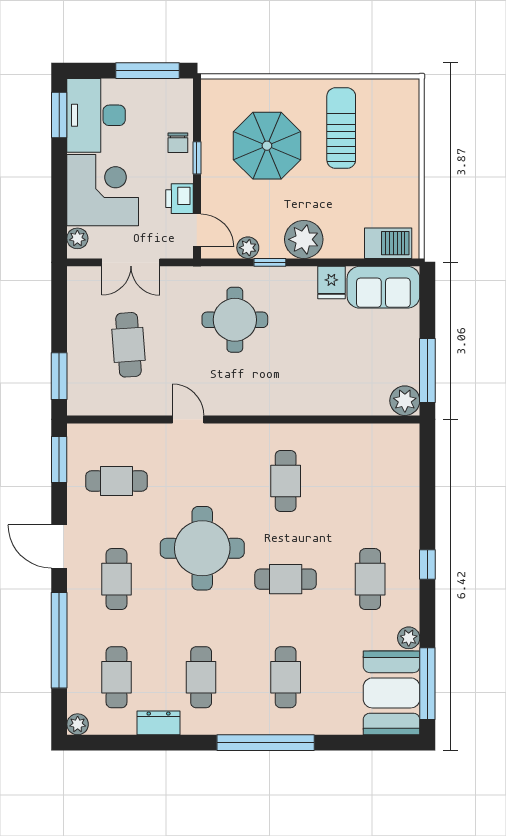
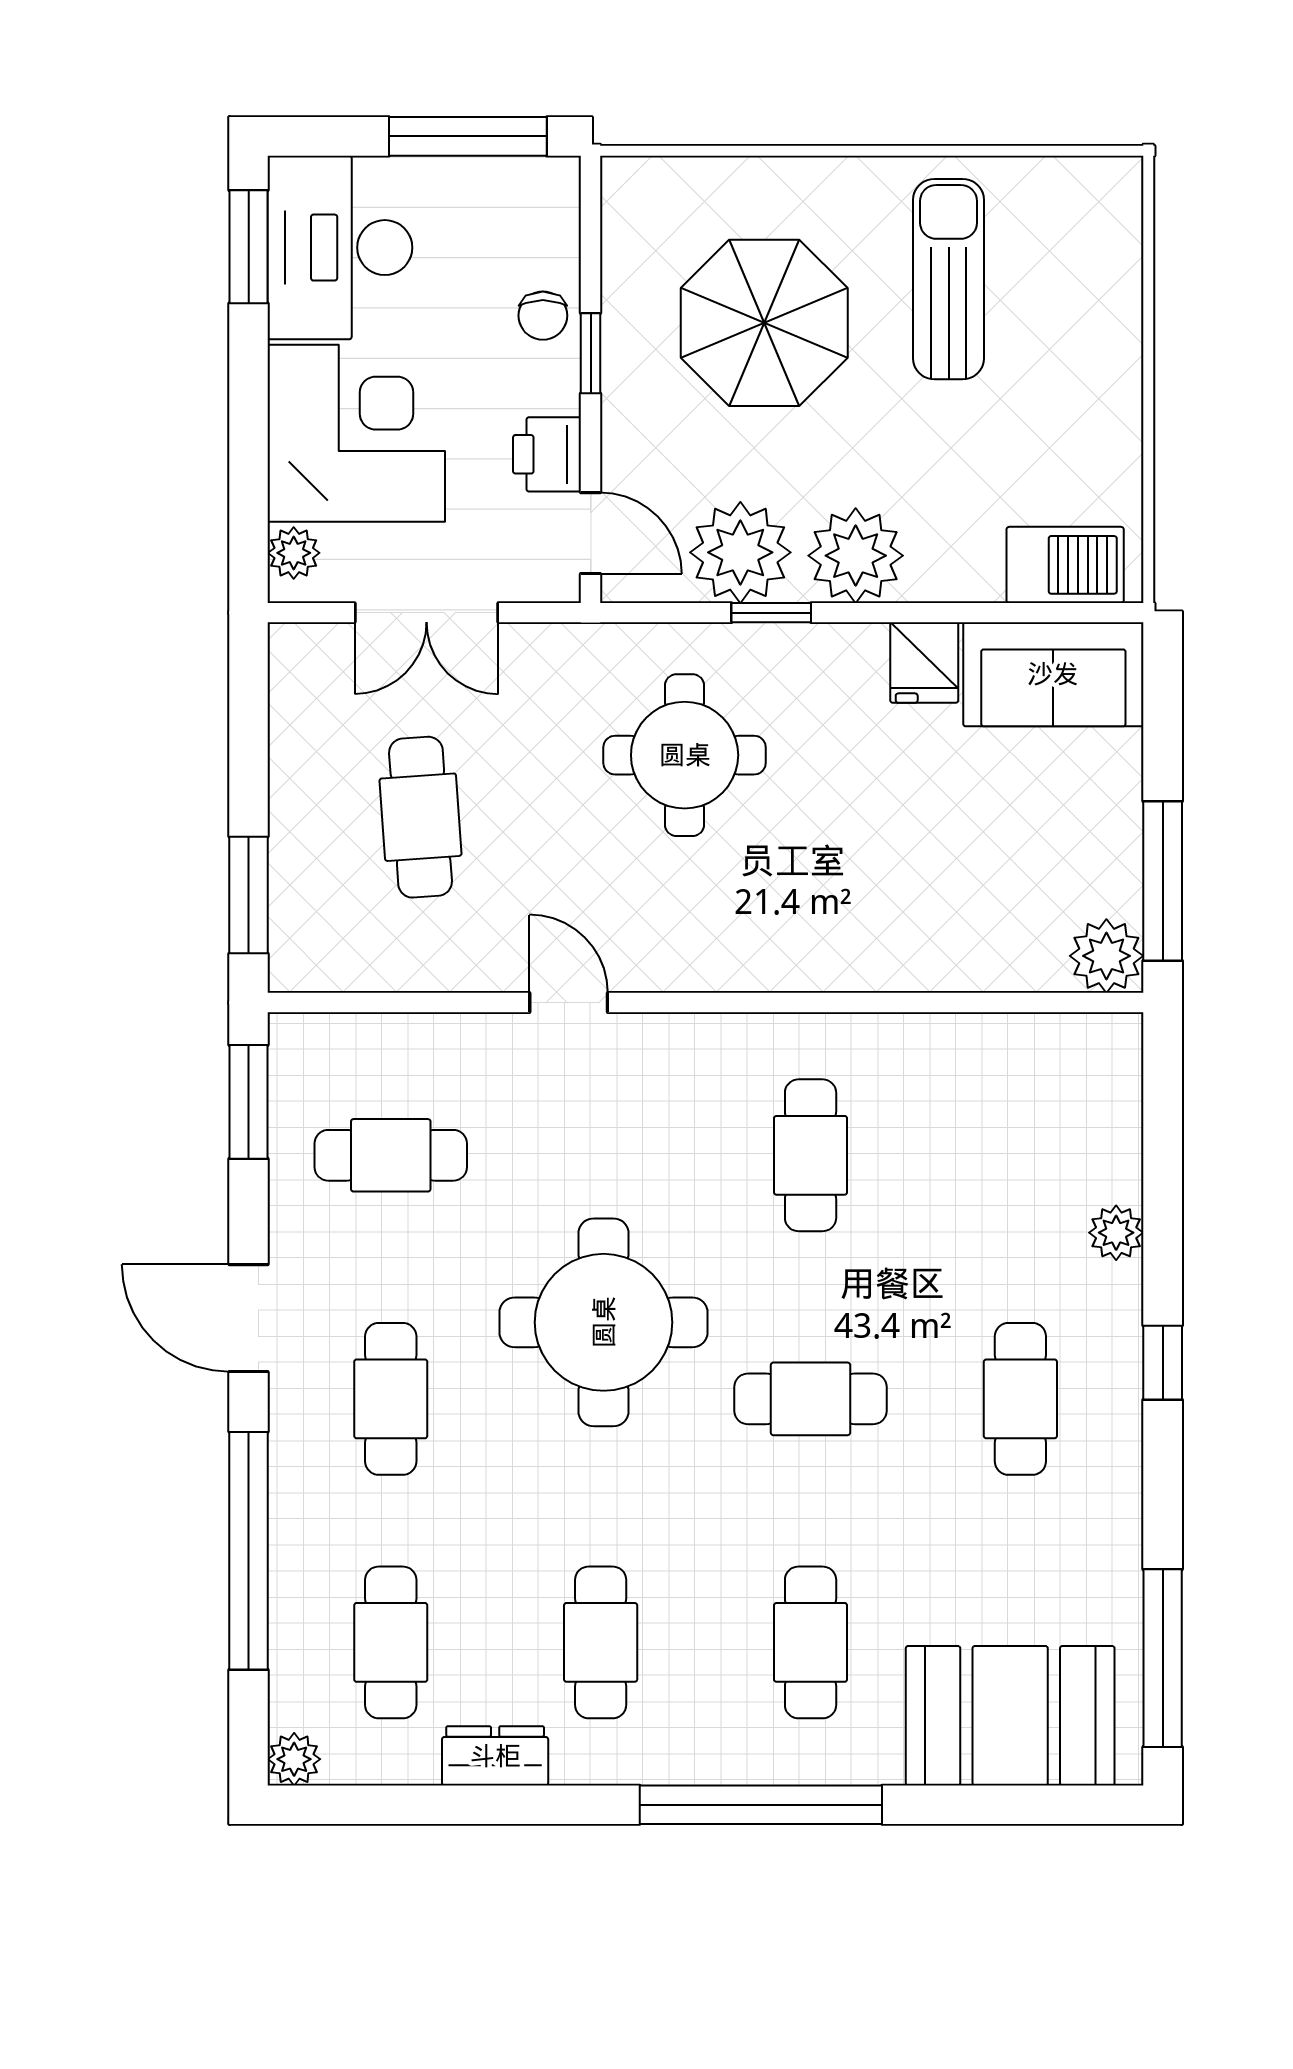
plant: (248, 248) -> (740, 552), width x1.88, depth x1.88
plant: (409, 638) -> (1116, 1233), moved
booth: (392, 693) -> (1010, 1716), moved, turned 90

